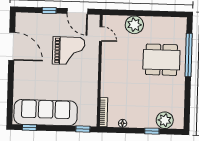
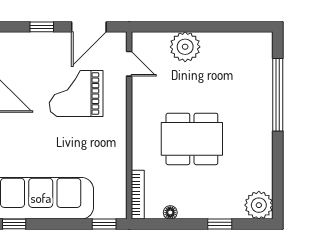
door: (77, 11) -> (89, 27), hinge flipped
grand piano: (69, 51) -> (76, 94), turned 180
dining table: (161, 60) -> (192, 139), moved
plant: (165, 120) -> (259, 205), moved

